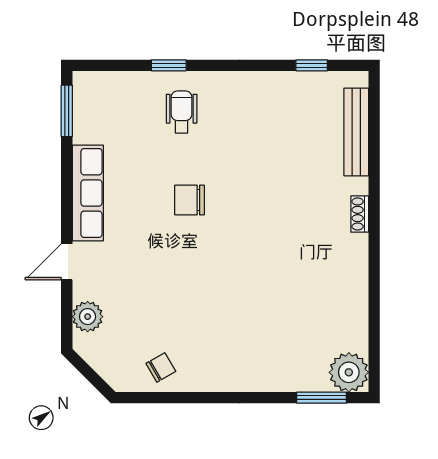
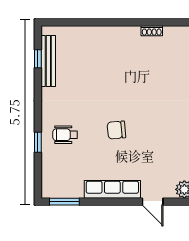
bench: (356, 132) -> (48, 61), moved, turned 90
chair: (190, 200) -> (116, 130), turned 85
shoe rack: (360, 214) -> (152, 31), moved

